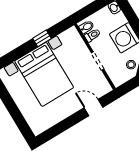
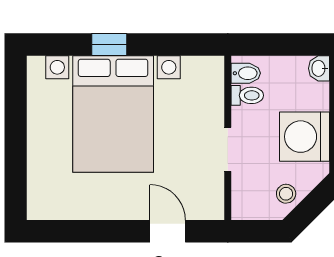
window: (42, 38) -> (109, 45), moved

